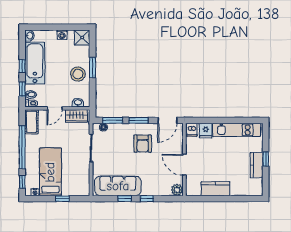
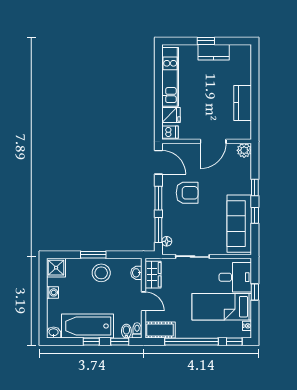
desk: (74, 183) -> (235, 277), added

